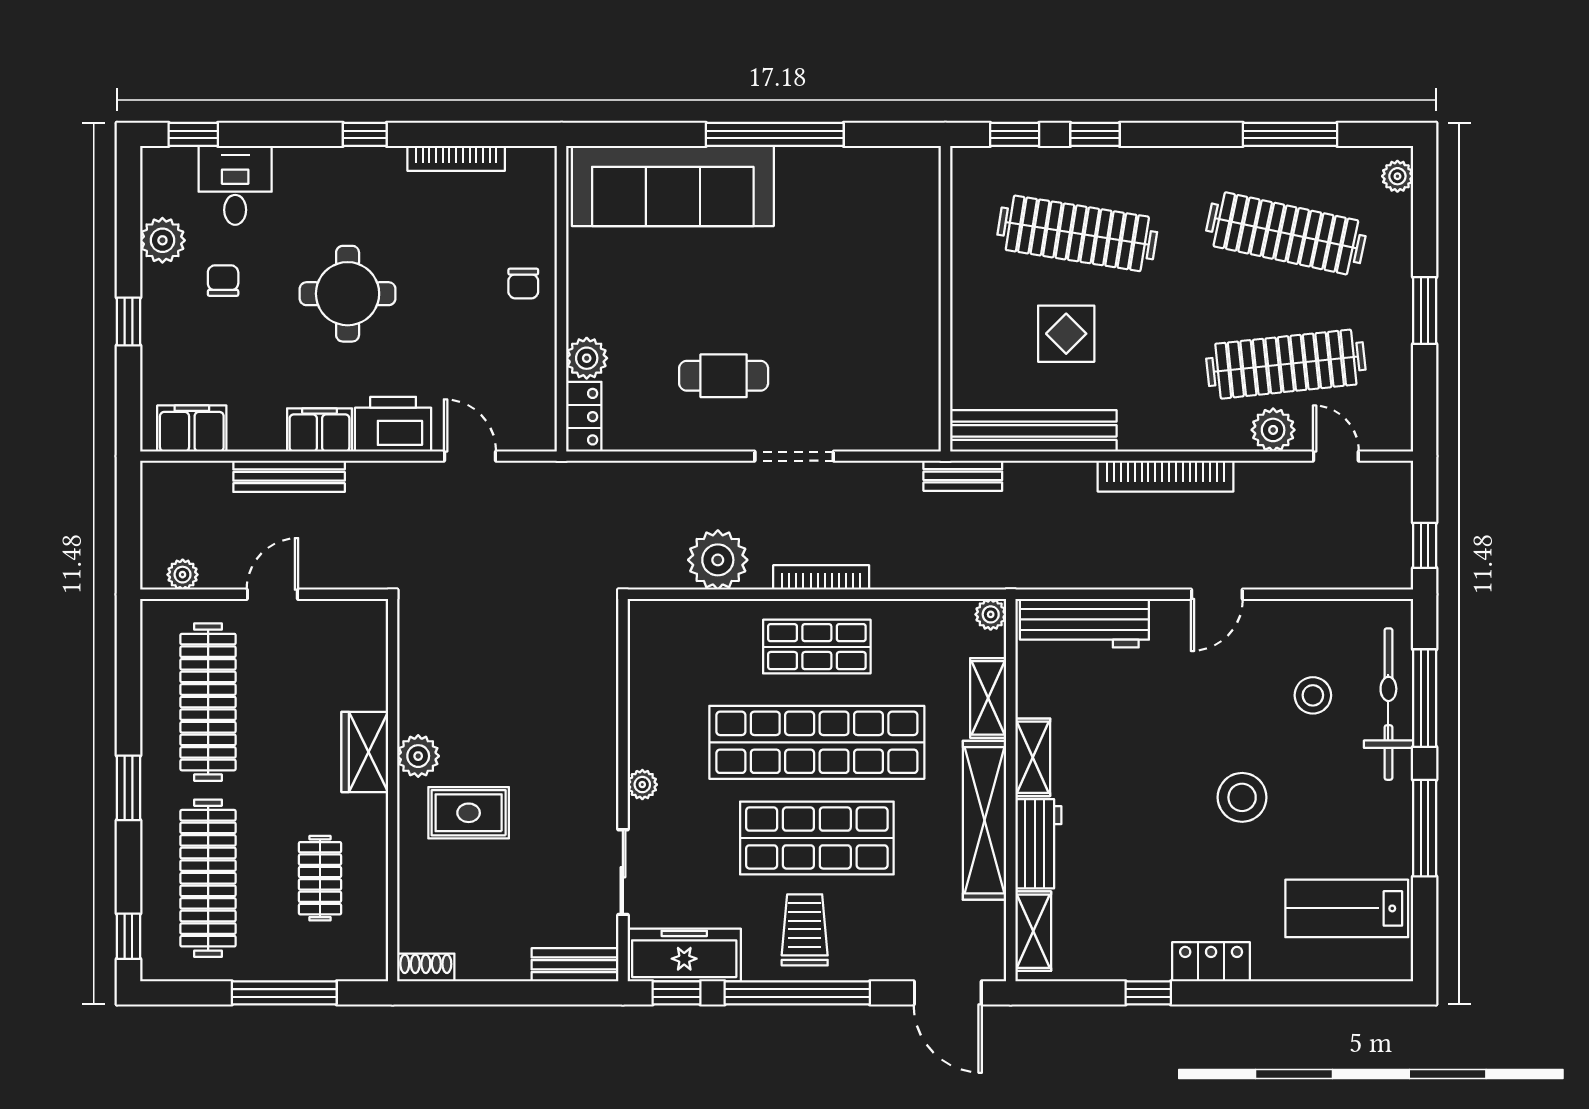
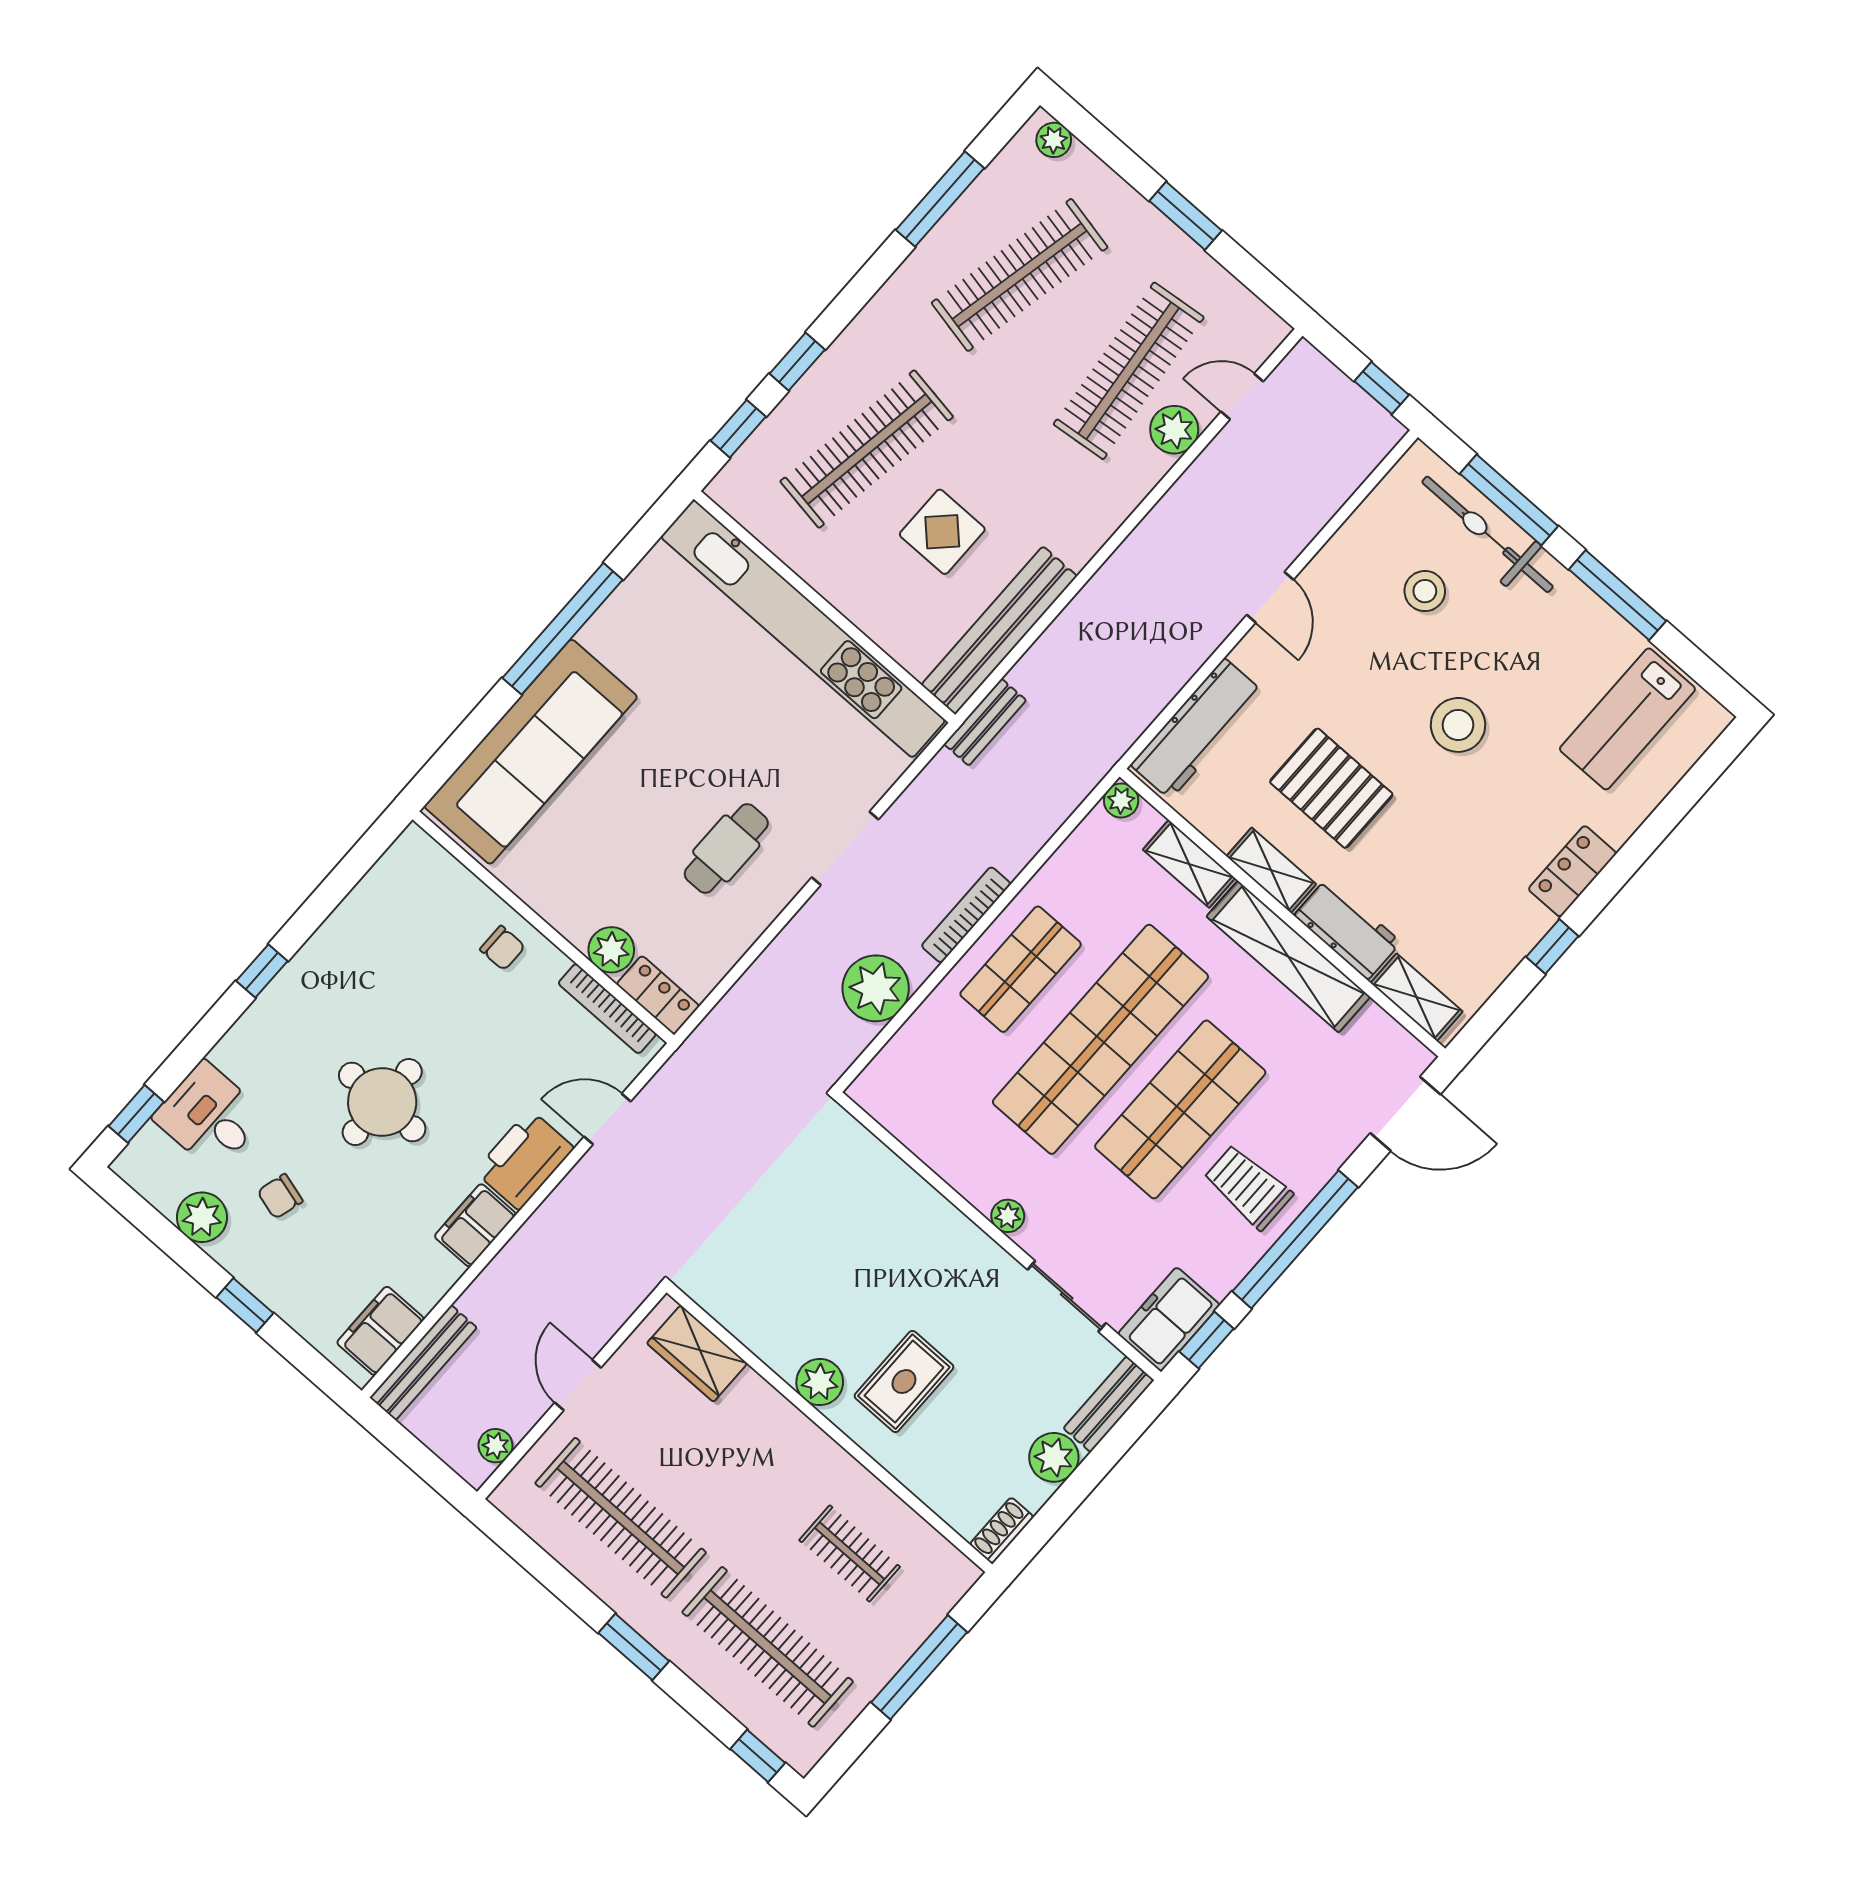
bookcase: (456, 158) -> (607, 1009), moved, turned 90
chair: (223, 281) -> (280, 1196), turned -74
kitchen unit: (918, 297) -> (803, 629), added
bench: (289, 476) -> (423, 1363), moved
bookcase: (1166, 476) -> (1134, 553), removed
pallet: (1124, 749) -> (1331, 788), added
wardrobe: (365, 752) -> (697, 1353), moved
freezer: (684, 955) -> (1169, 1319), width x0.71
plant: (506, 959) -> (1054, 1457), added

